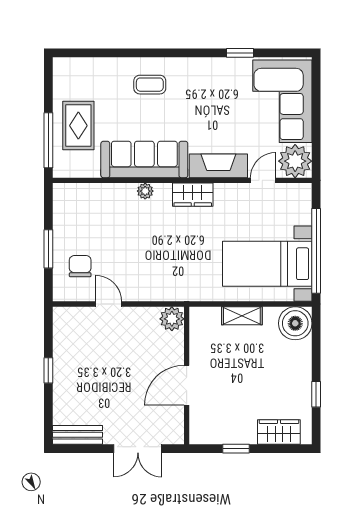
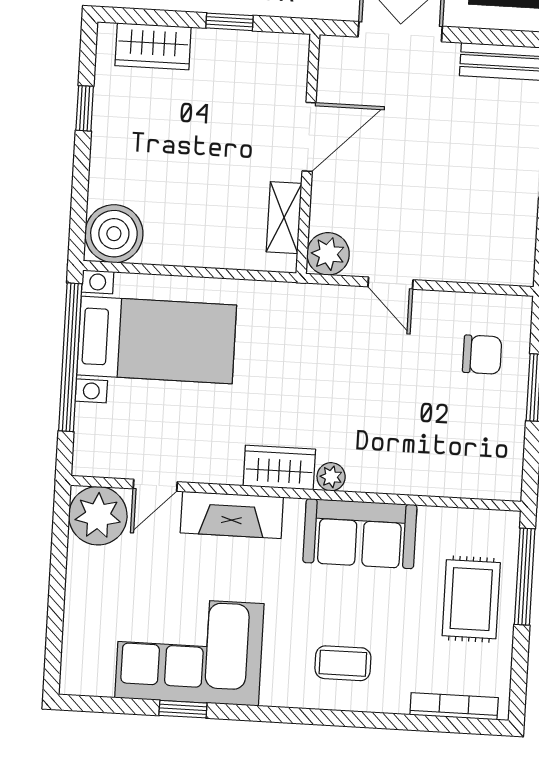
bookcase: (85, 64) -> (454, 706), added
corner sofa: (282, 101) -> (189, 651), moved, turned -90
sofa: (144, 159) -> (360, 534), width x0.73
plant: (145, 191) -> (331, 477), moved
chair: (80, 266) -> (482, 355), turned -90
door: (109, 304) -> (390, 283), moved
shelving: (242, 316) -> (284, 218), moved, turned 90

